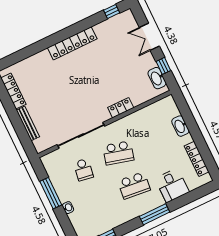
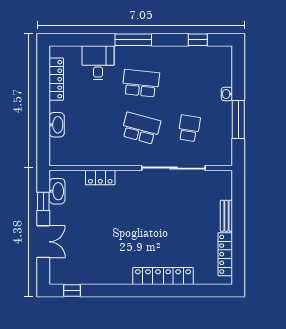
locker: (72, 43) -> (163, 276), moved
locker: (121, 108) -> (100, 178), moved
bench: (28, 123) -> (226, 216), width x0.73

